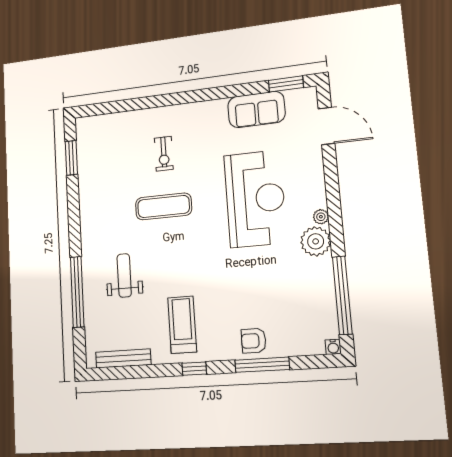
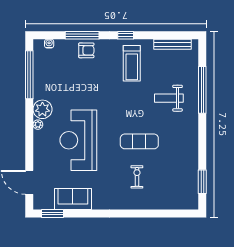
weight bench: (124, 275) -> (169, 98), turned 90
water cooler: (333, 347) -> (49, 44), moved

